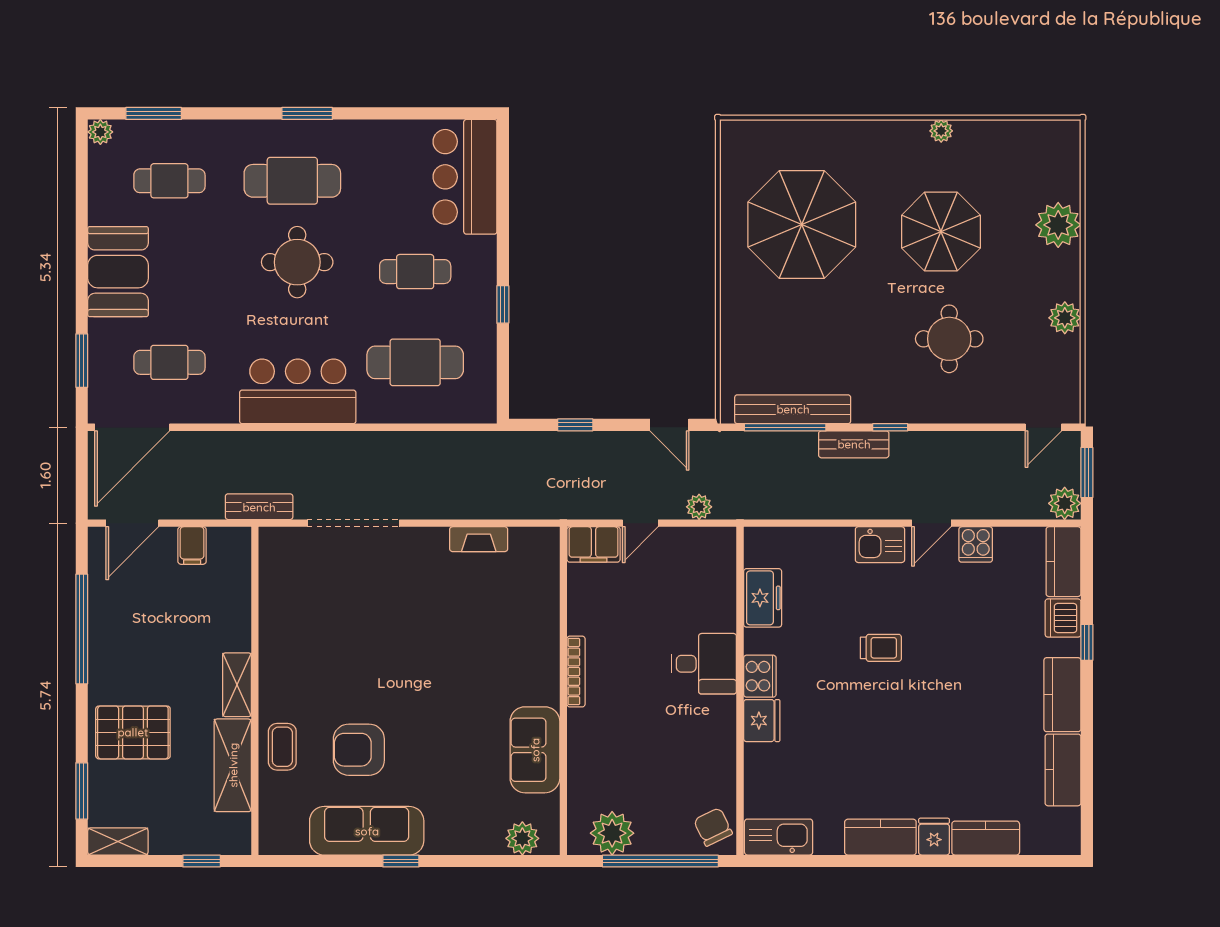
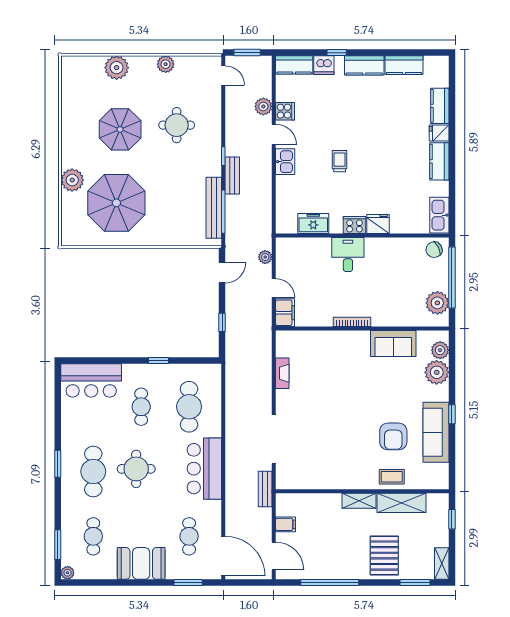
plant: (941, 131) -> (72, 180), moved, width x1.87, depth x1.87
plant: (1065, 503) -> (263, 106), moved
plant: (480, 832) -> (437, 372), added

